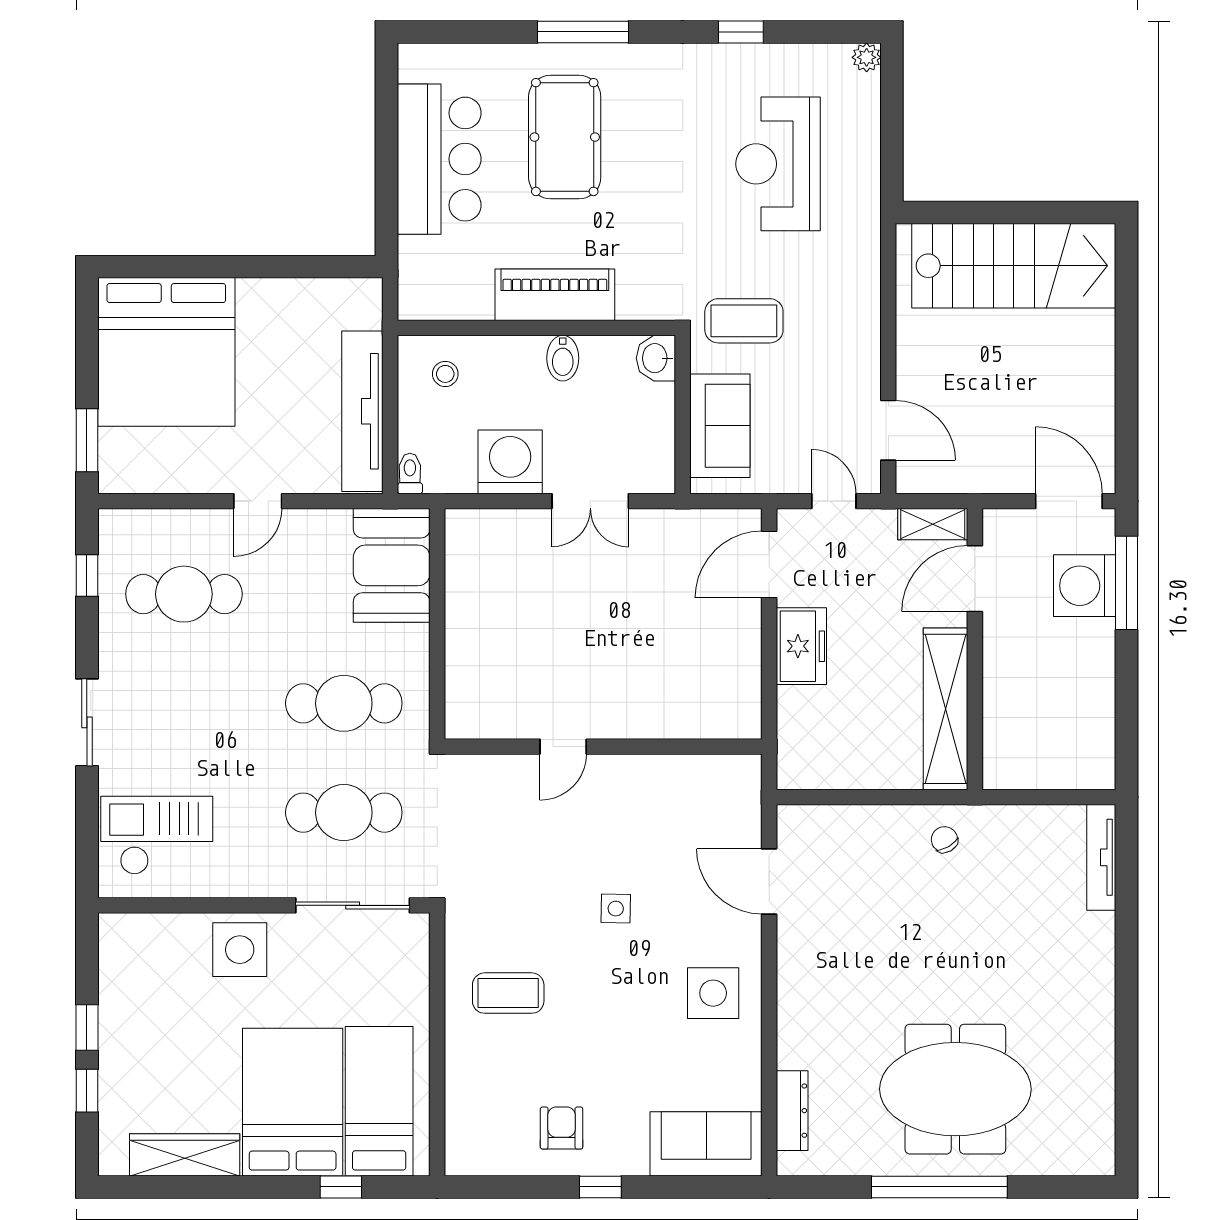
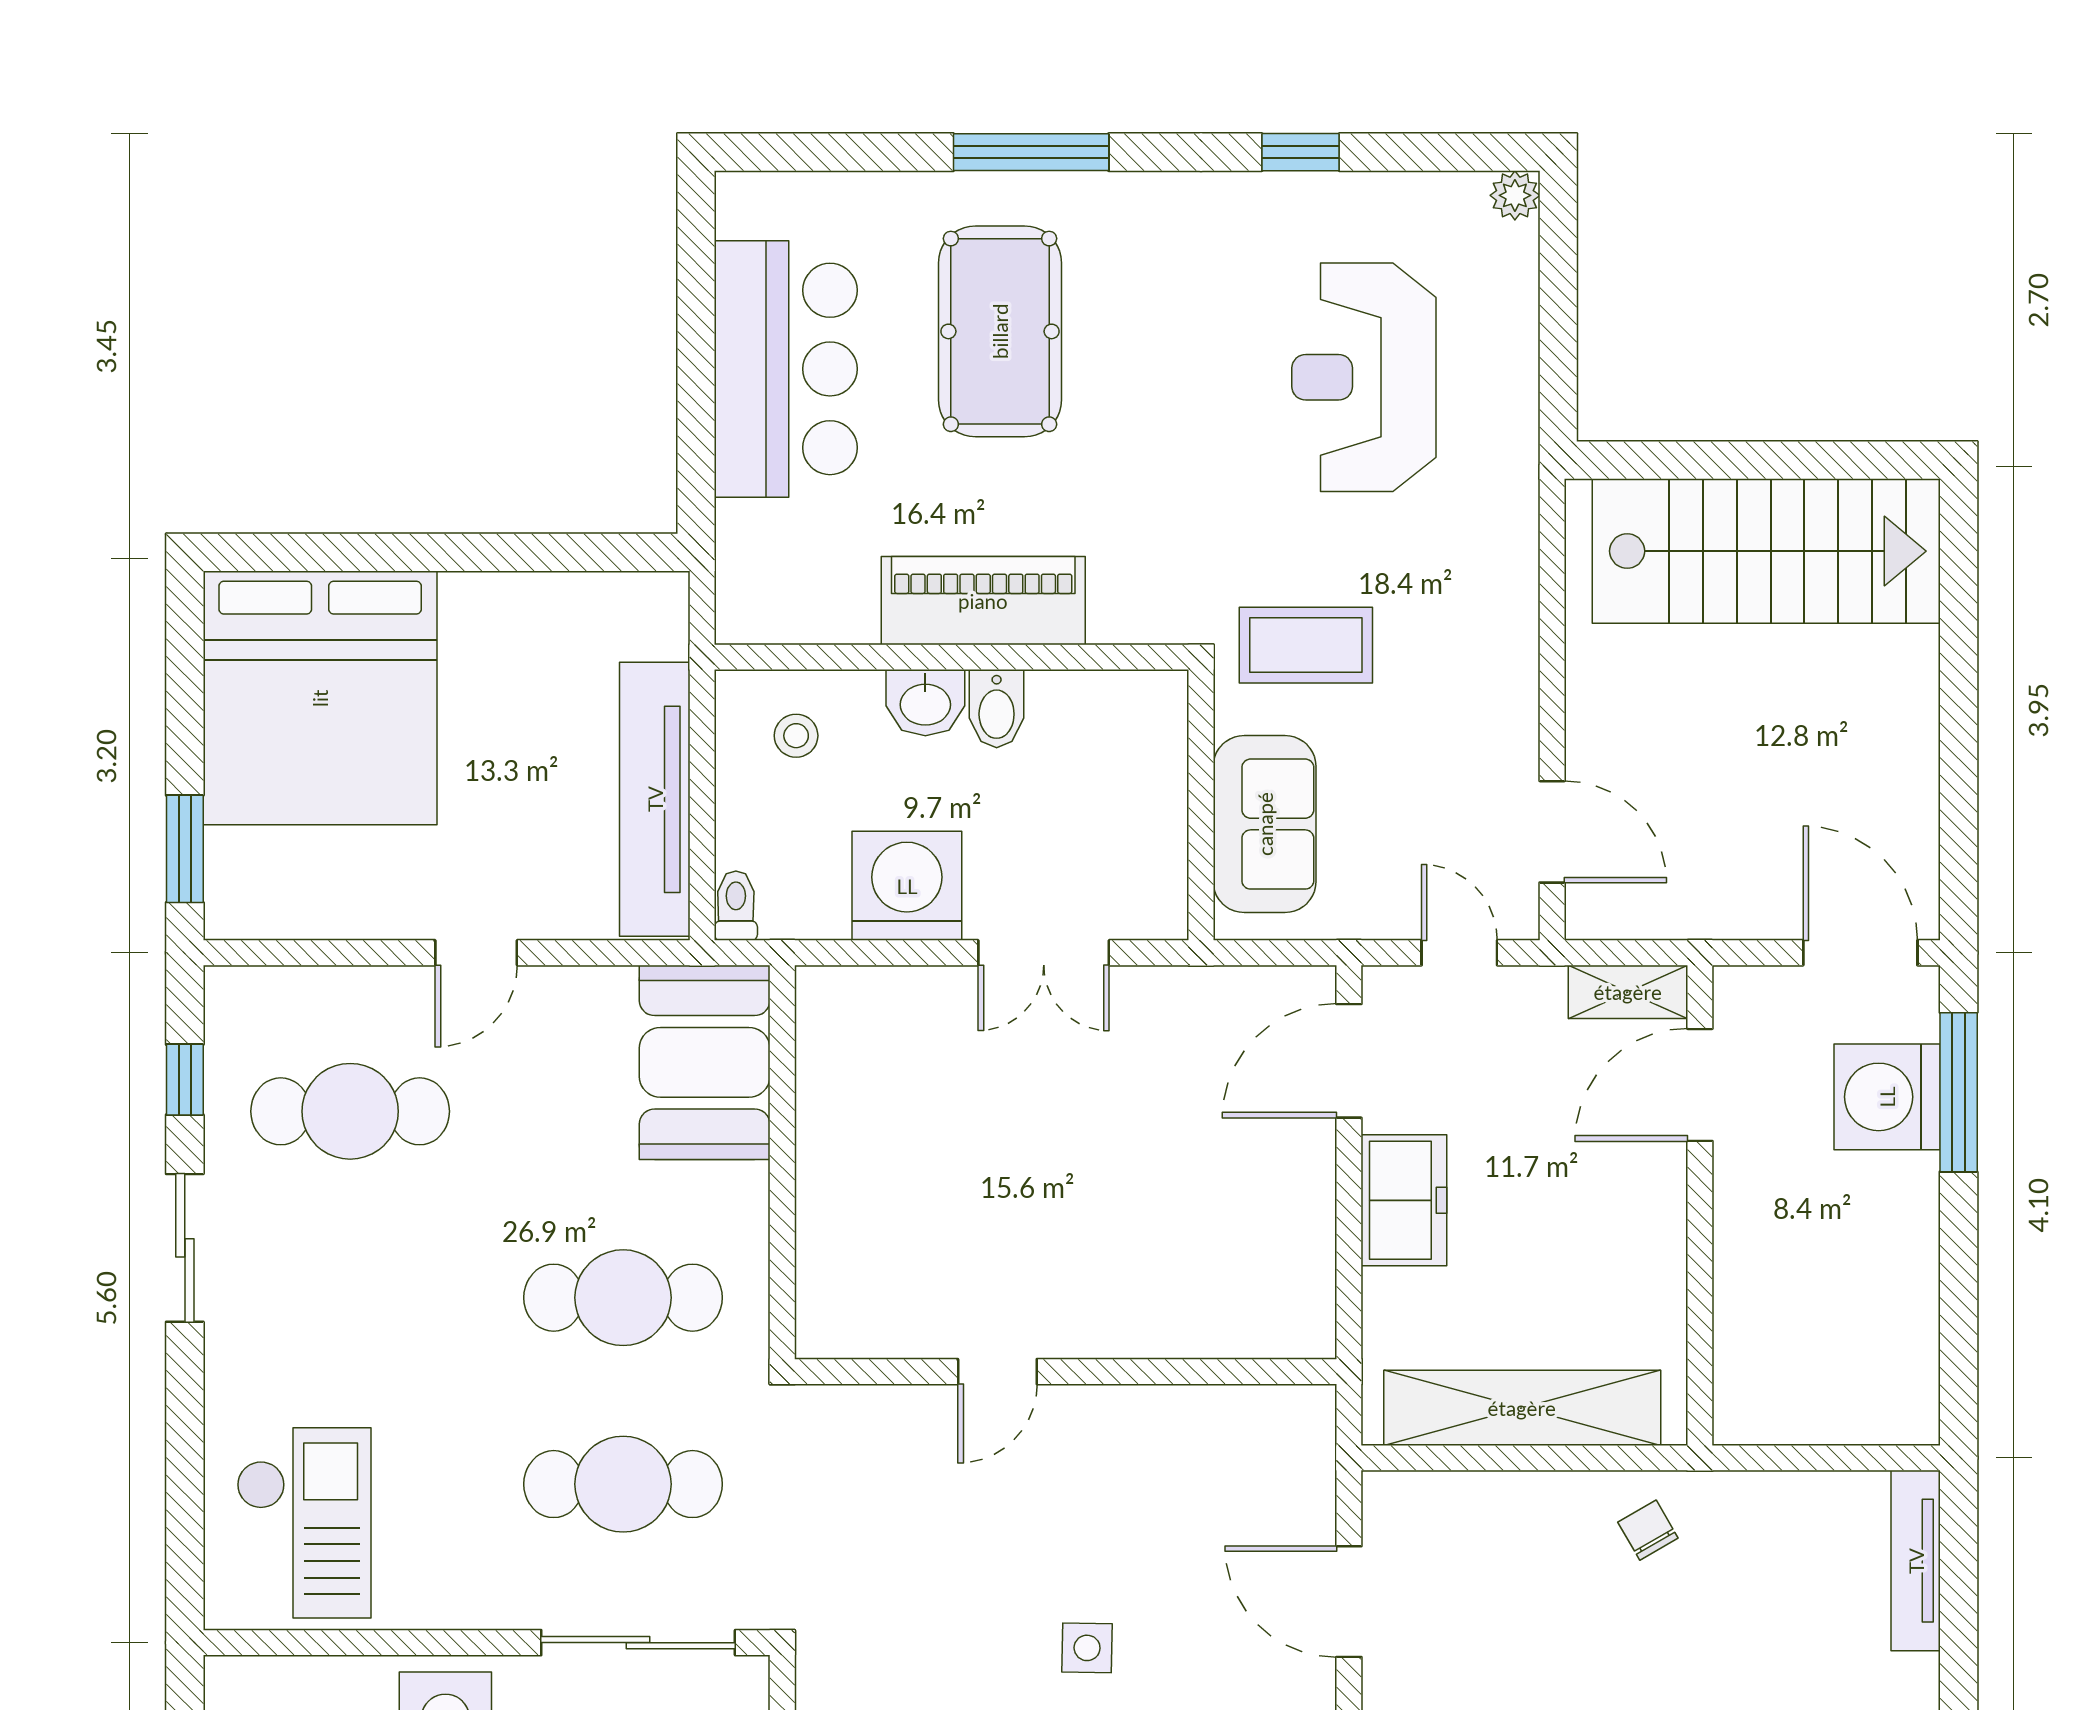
washbasin: (656, 358) -> (925, 703), moved, turned -90
shelving: (946, 709) -> (1522, 1408), moved, turned 90
sliding door: (87, 722) -> (185, 1248), moved
checkout: (157, 835) -> (304, 1523), turned 90

